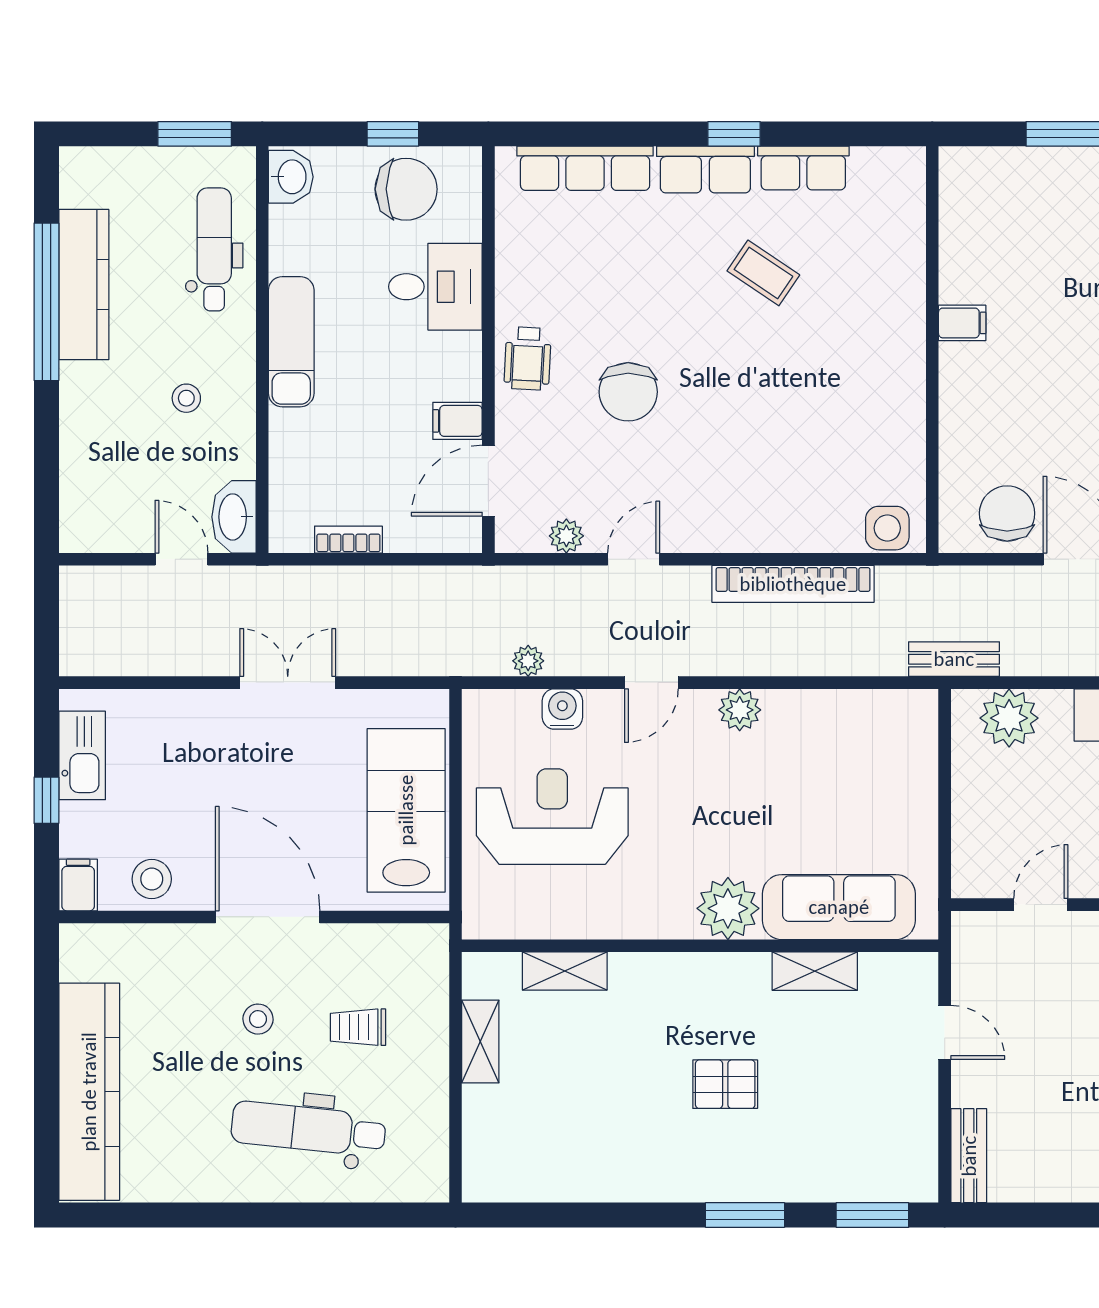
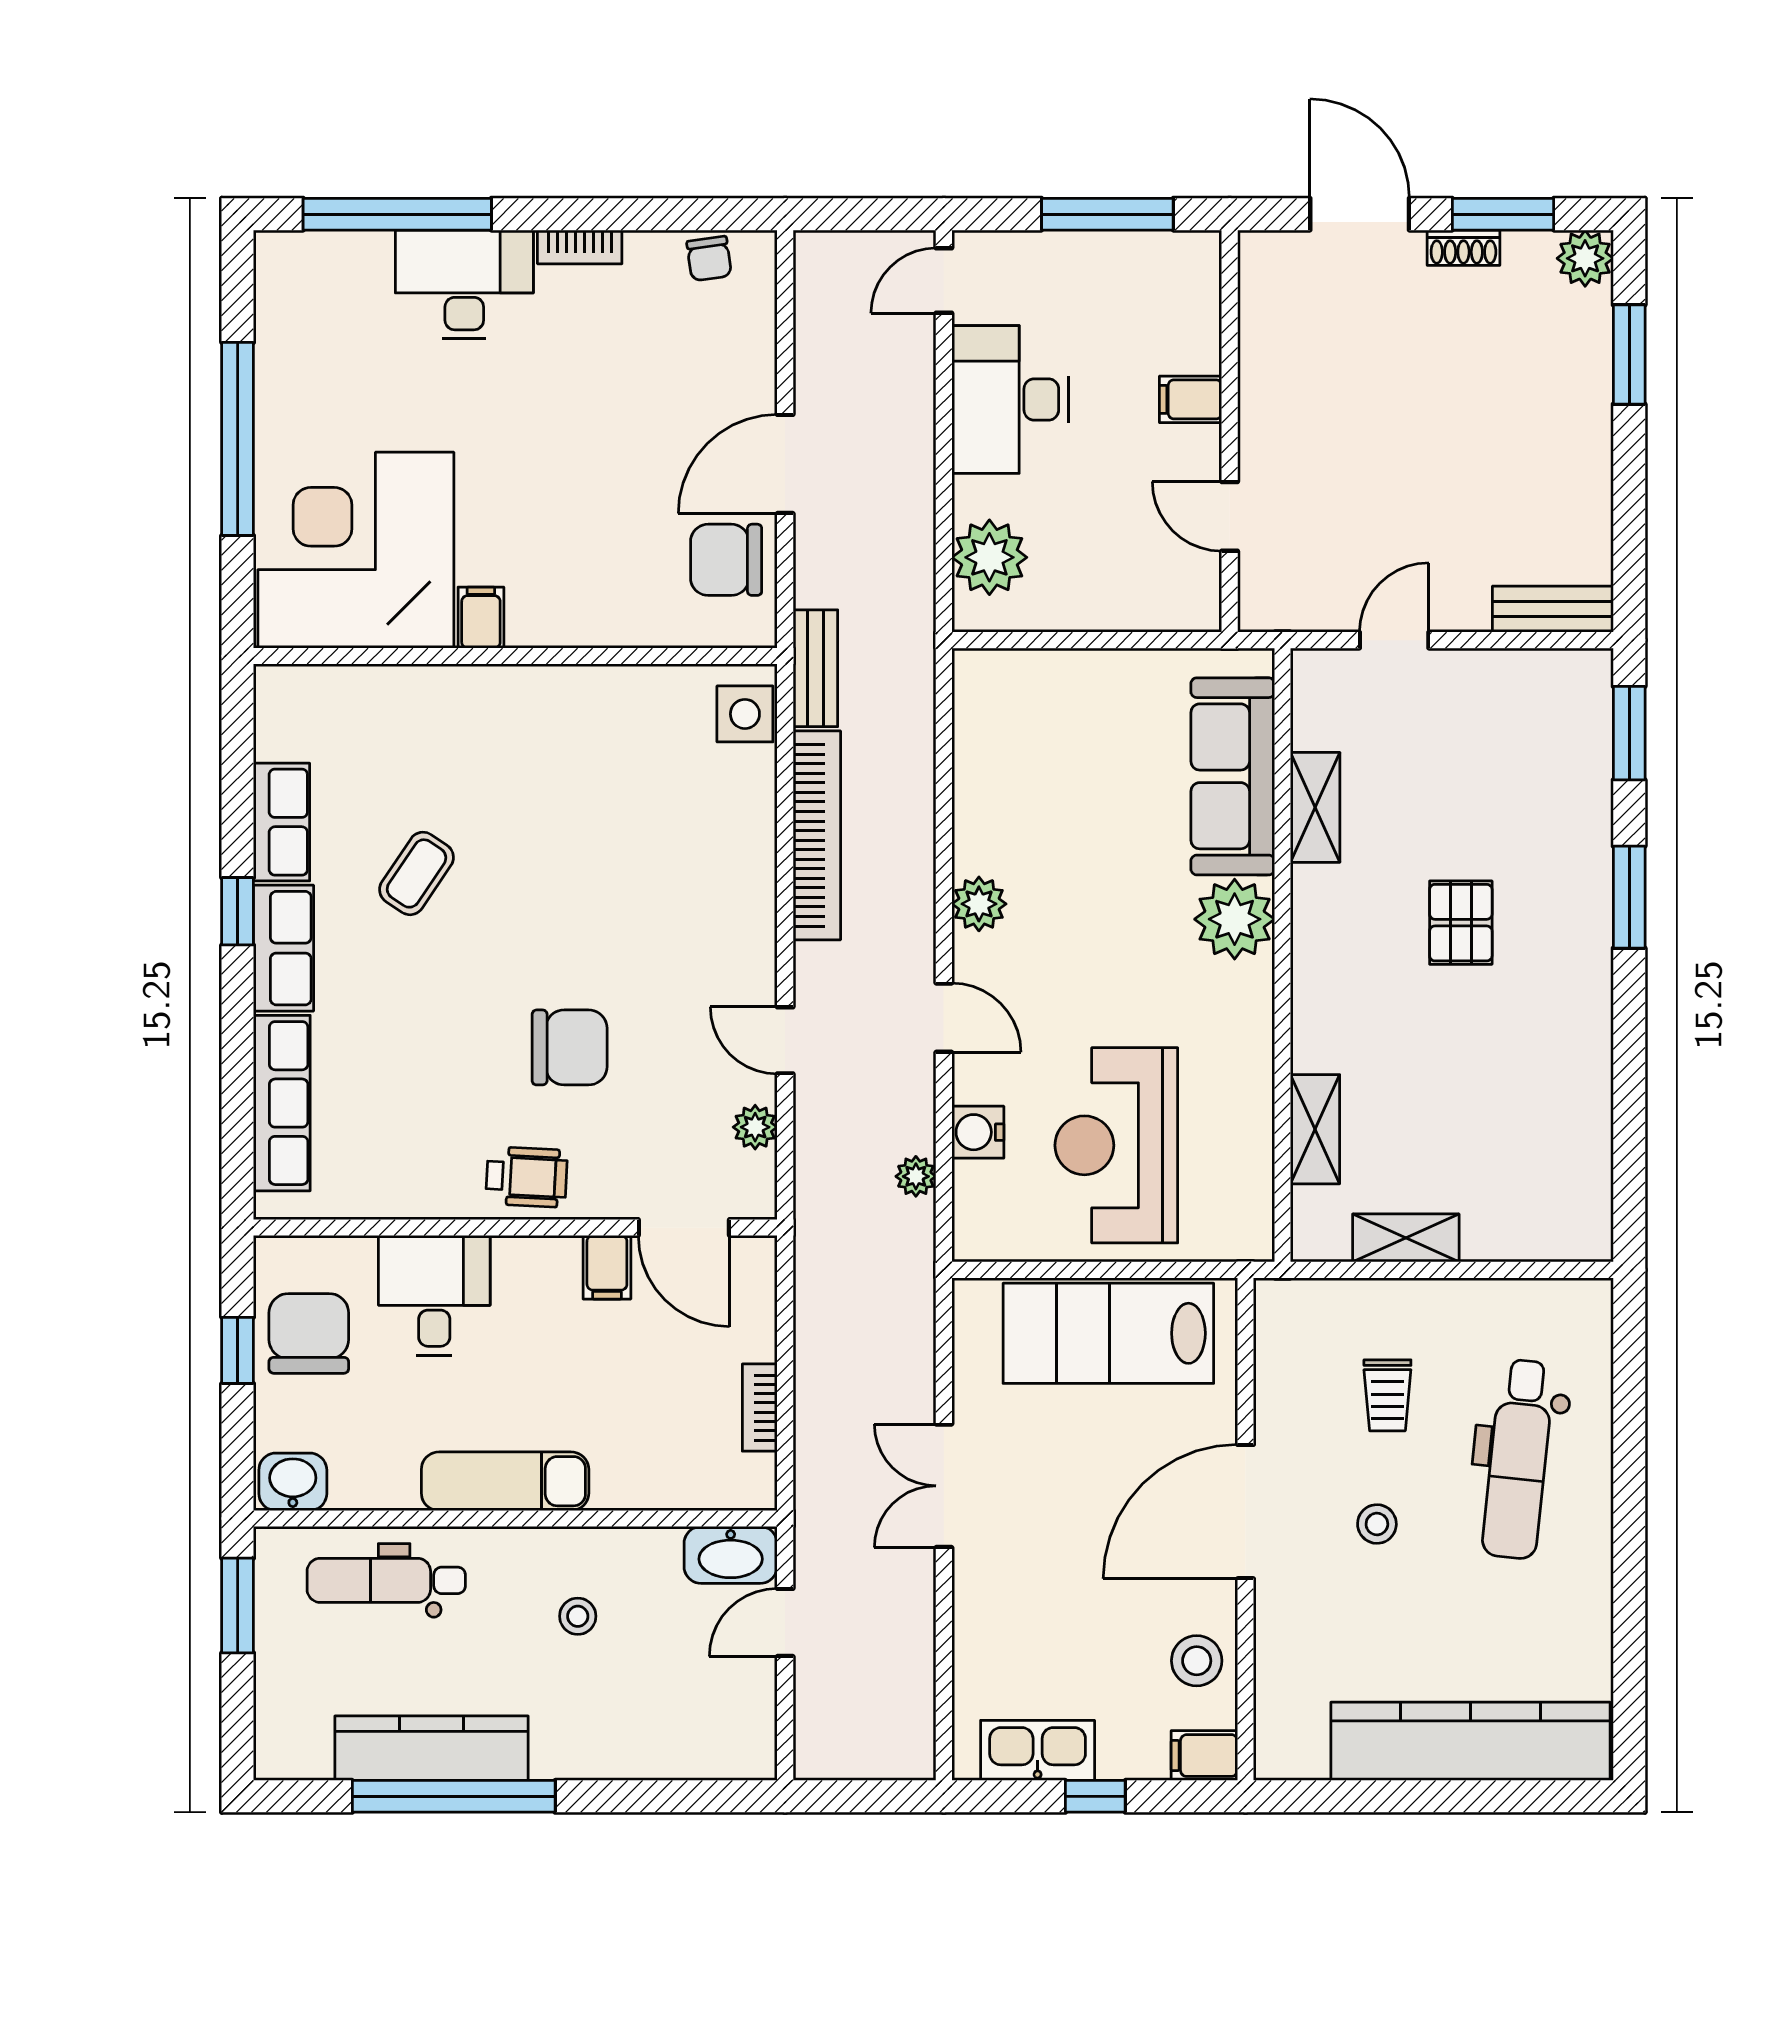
corner desk: (1015, 226) -> (356, 550), added
bench: (954, 659) -> (815, 668), moved

